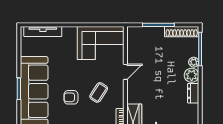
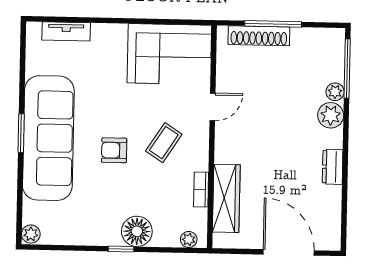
tv unit: (43, 31) -> (66, 31), width x0.71
shoe rack: (182, 32) -> (259, 36), moved
dresser: (193, 93) -> (333, 167), moved

